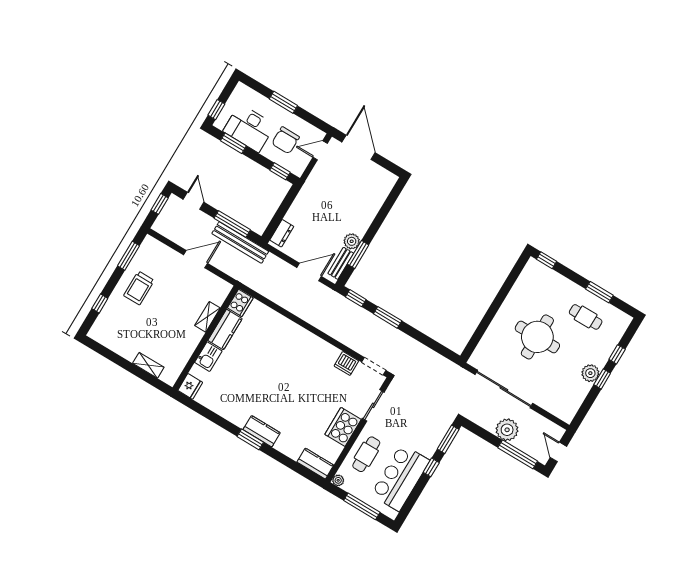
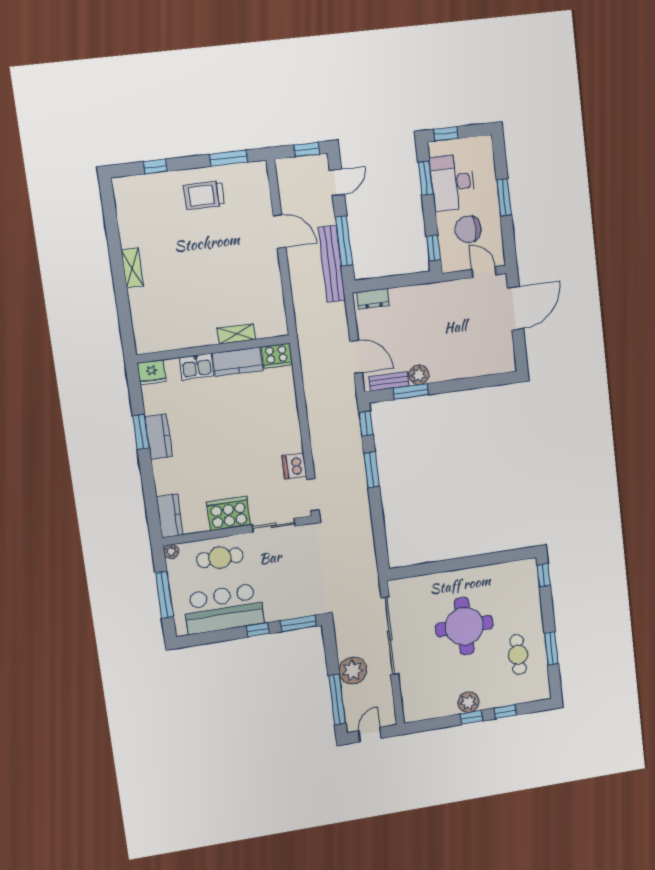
cooker: (240, 303) -> (276, 356), moved
shelving: (207, 317) -> (236, 334), moved
kitchen counter: (225, 330) -> (238, 362), moved
wall: (206, 338) -> (213, 349), moved
kitchen sink: (208, 357) -> (197, 367), moved
fridge: (190, 386) -> (152, 372), moved

